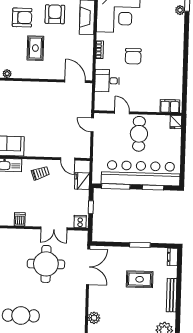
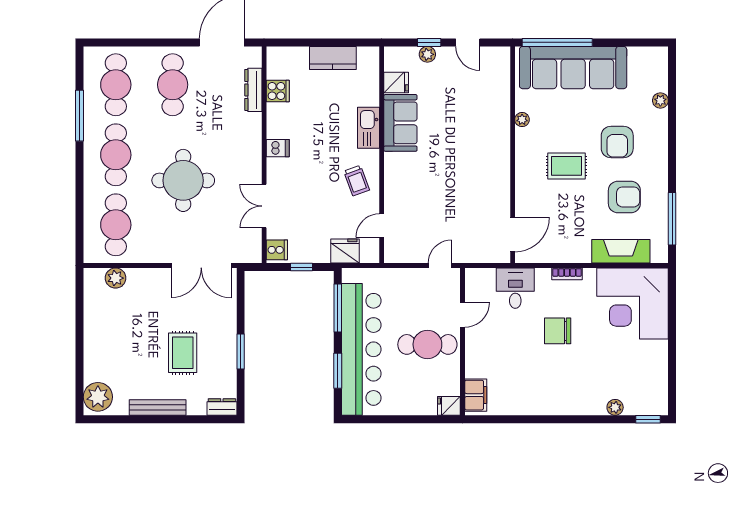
plant: (180, 10) -> (615, 407), moved
round table: (46, 264) -> (183, 180), moved
cafe table: (62, 317) -> (116, 225), added

